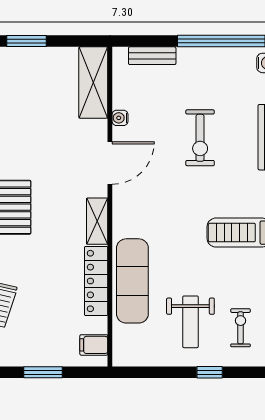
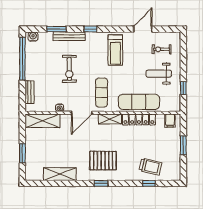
exercise bike: (200, 138) -> (69, 69), turned 90
door: (110, 163) -> (82, 113), swing flipped
exercise mat: (151, 204) -> (102, 93), added
weight bench: (190, 322) -> (159, 74), turned 180
window: (210, 372) -> (183, 88), moved

